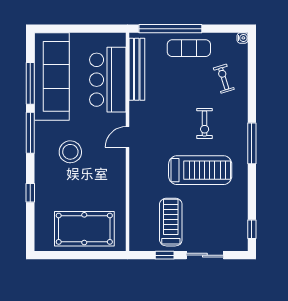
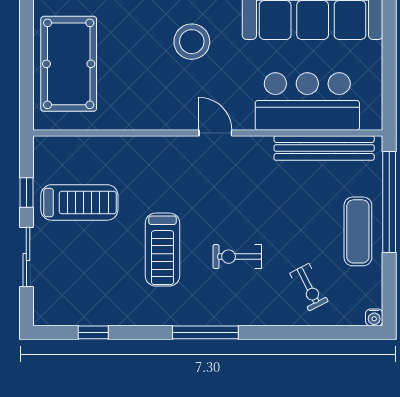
exercise bike: (224, 79) -> (309, 287), turned 80
treadmill: (200, 170) -> (162, 250), width x0.73, depth x0.73
window: (252, 229) -> (93, 332), moved

